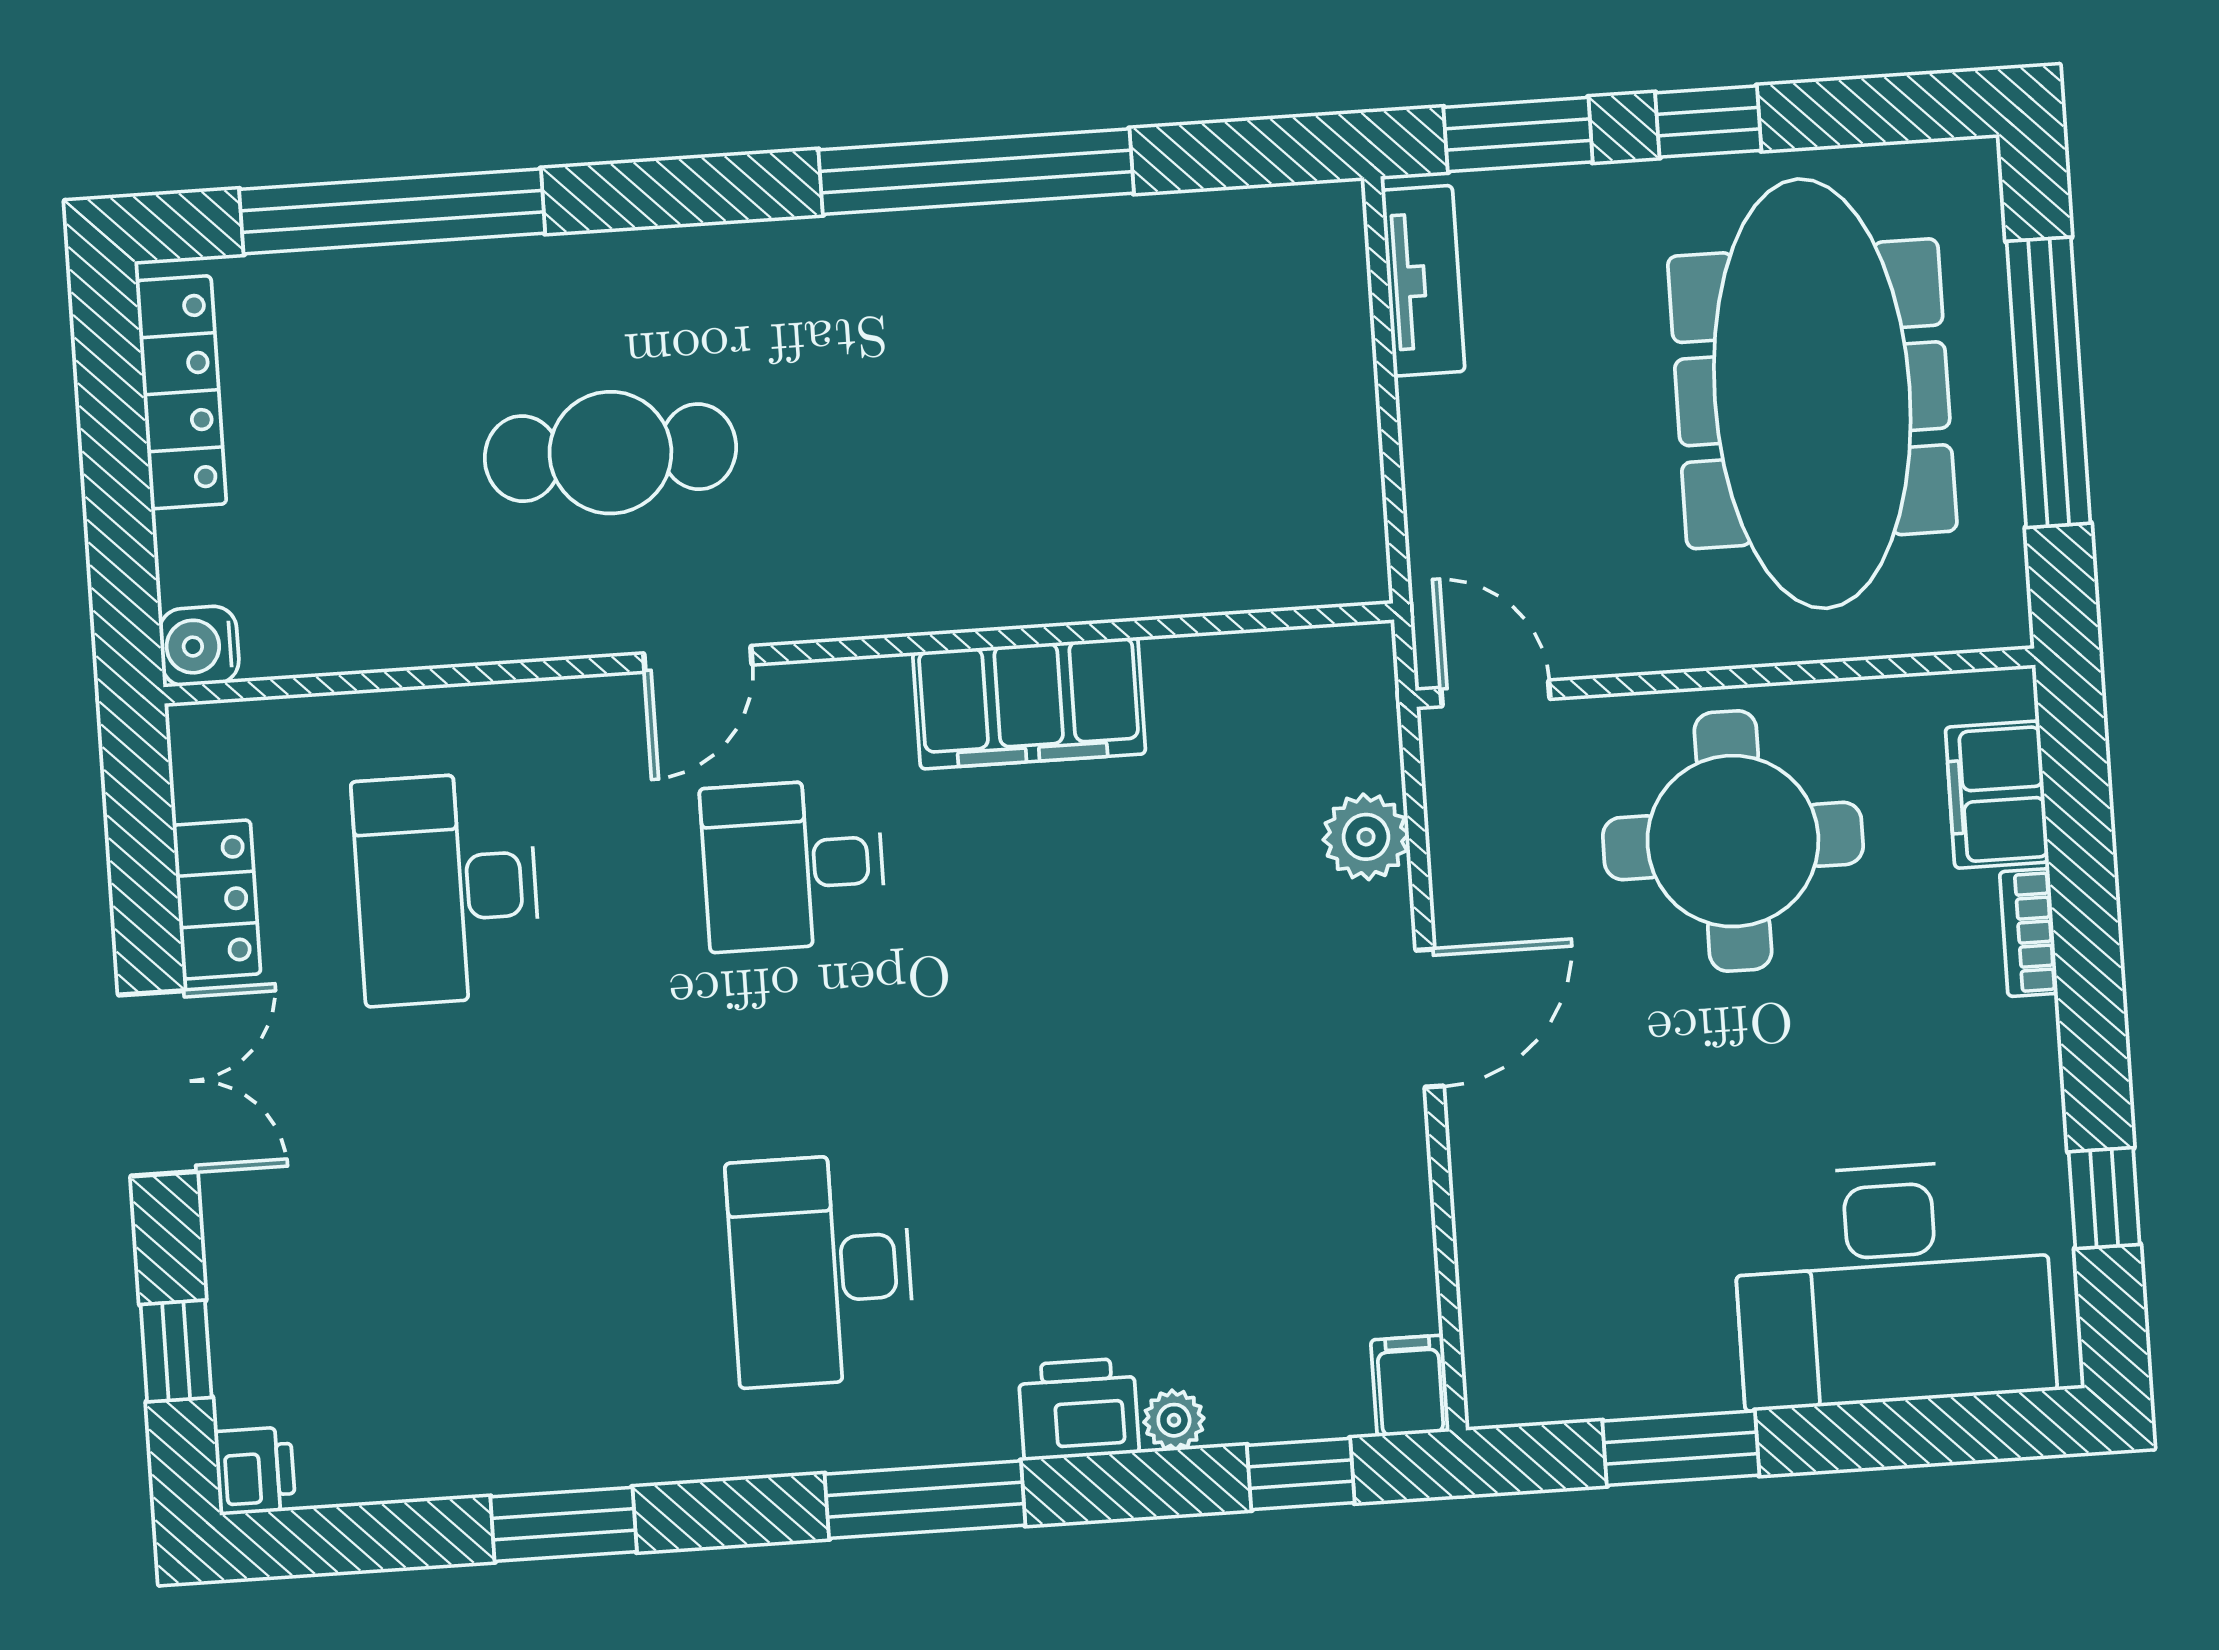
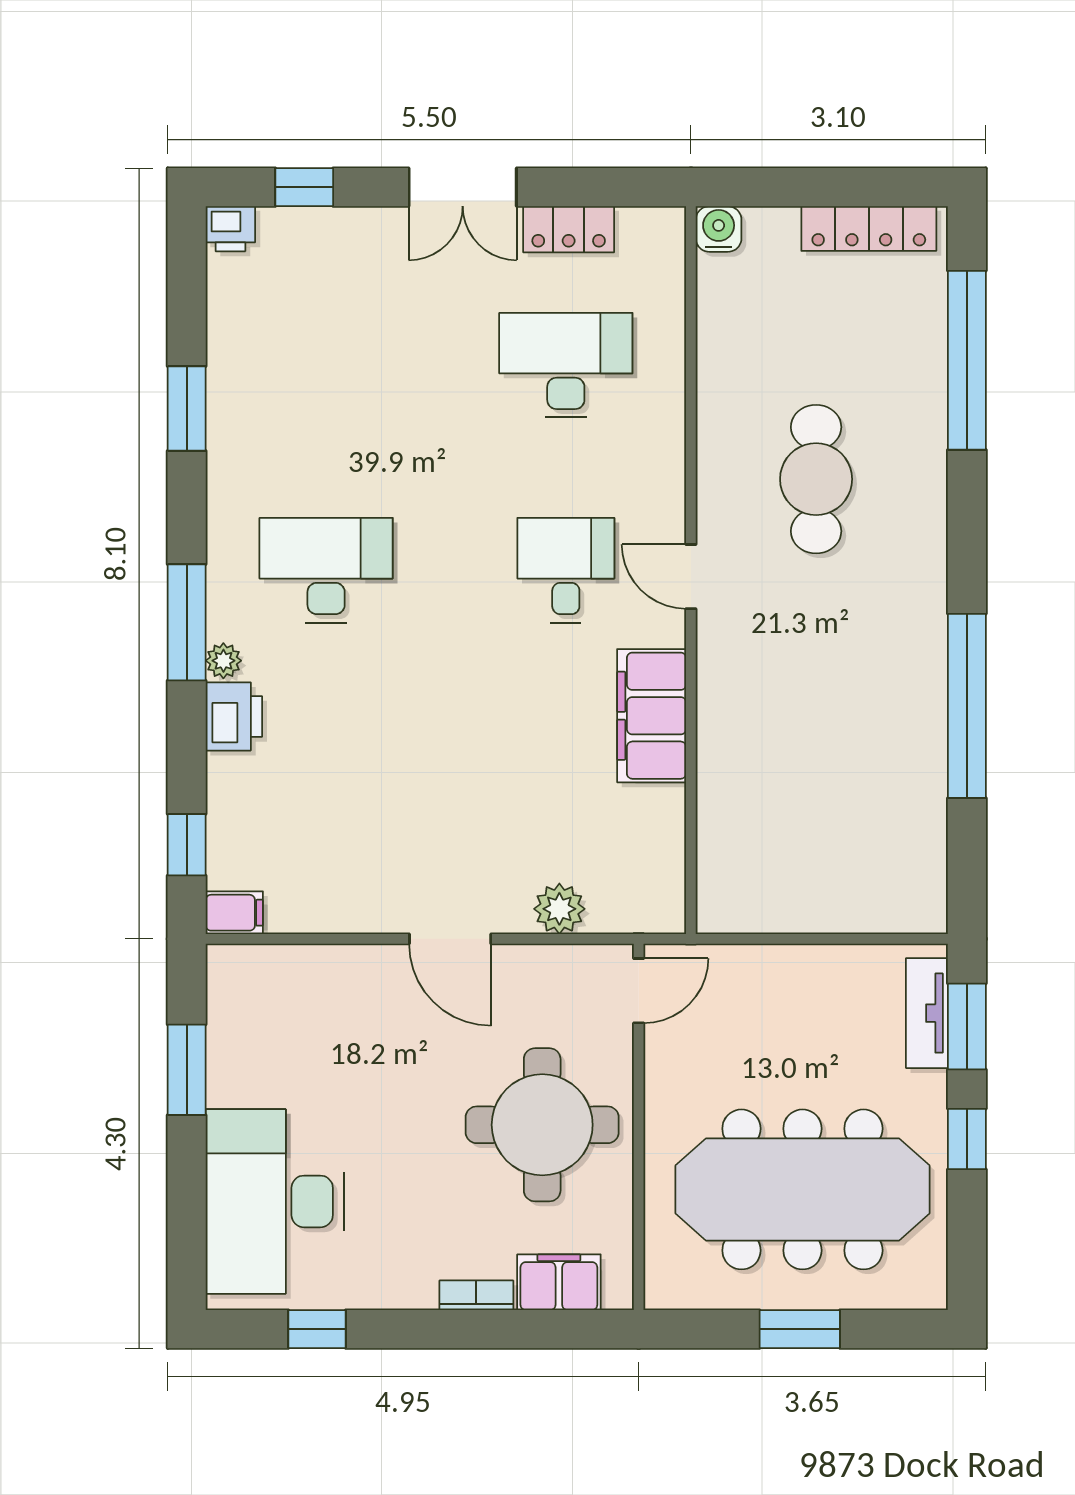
tv unit: (1423, 281) -> (927, 1013), moved, turned 90
window: (2049, 382) -> (800, 1329), width x0.47
door: (698, 659) -> (691, 577), moved
plant: (1174, 1420) -> (223, 661), moved

